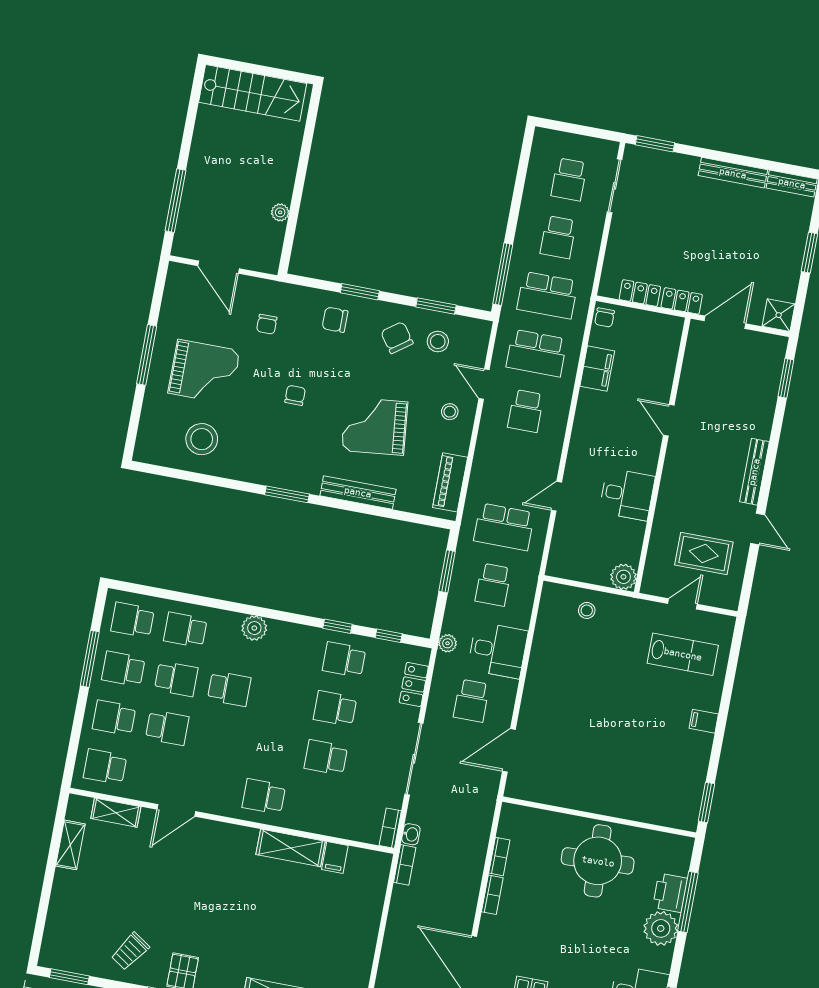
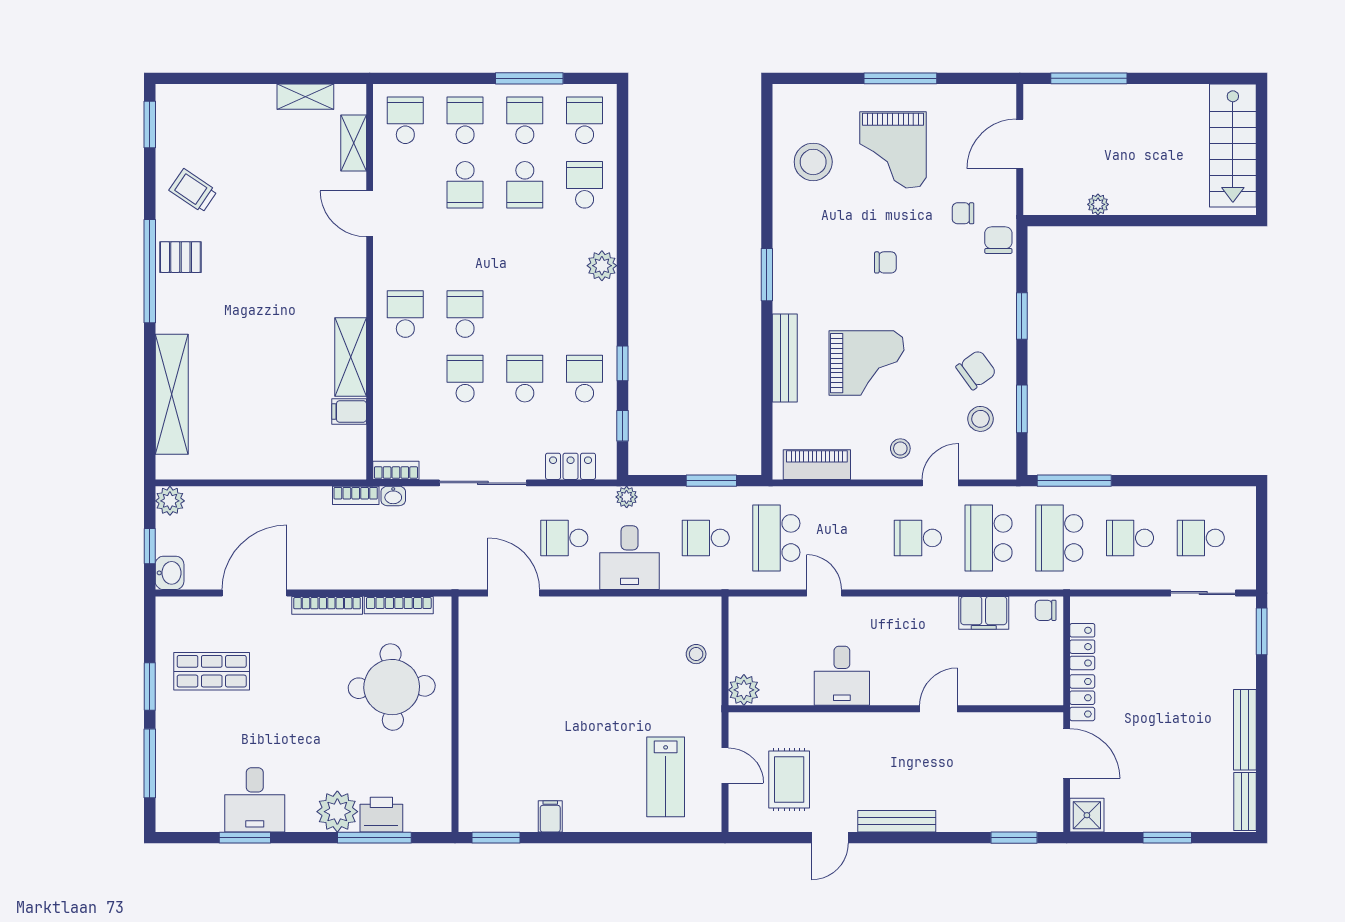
chair: (335, 320) -> (998, 240), moved
grand piano: (375, 426) -> (867, 363), turned 96
school desk: (229, 689) -> (465, 314), moved, turned 180
filing cabinet: (704, 721) -> (550, 816), moved
bookcase: (499, 857) -> (399, 605), width x1.56
round table: (598, 861) -> (392, 687), moved
bookcase: (492, 895) -> (327, 605), width x1.56

